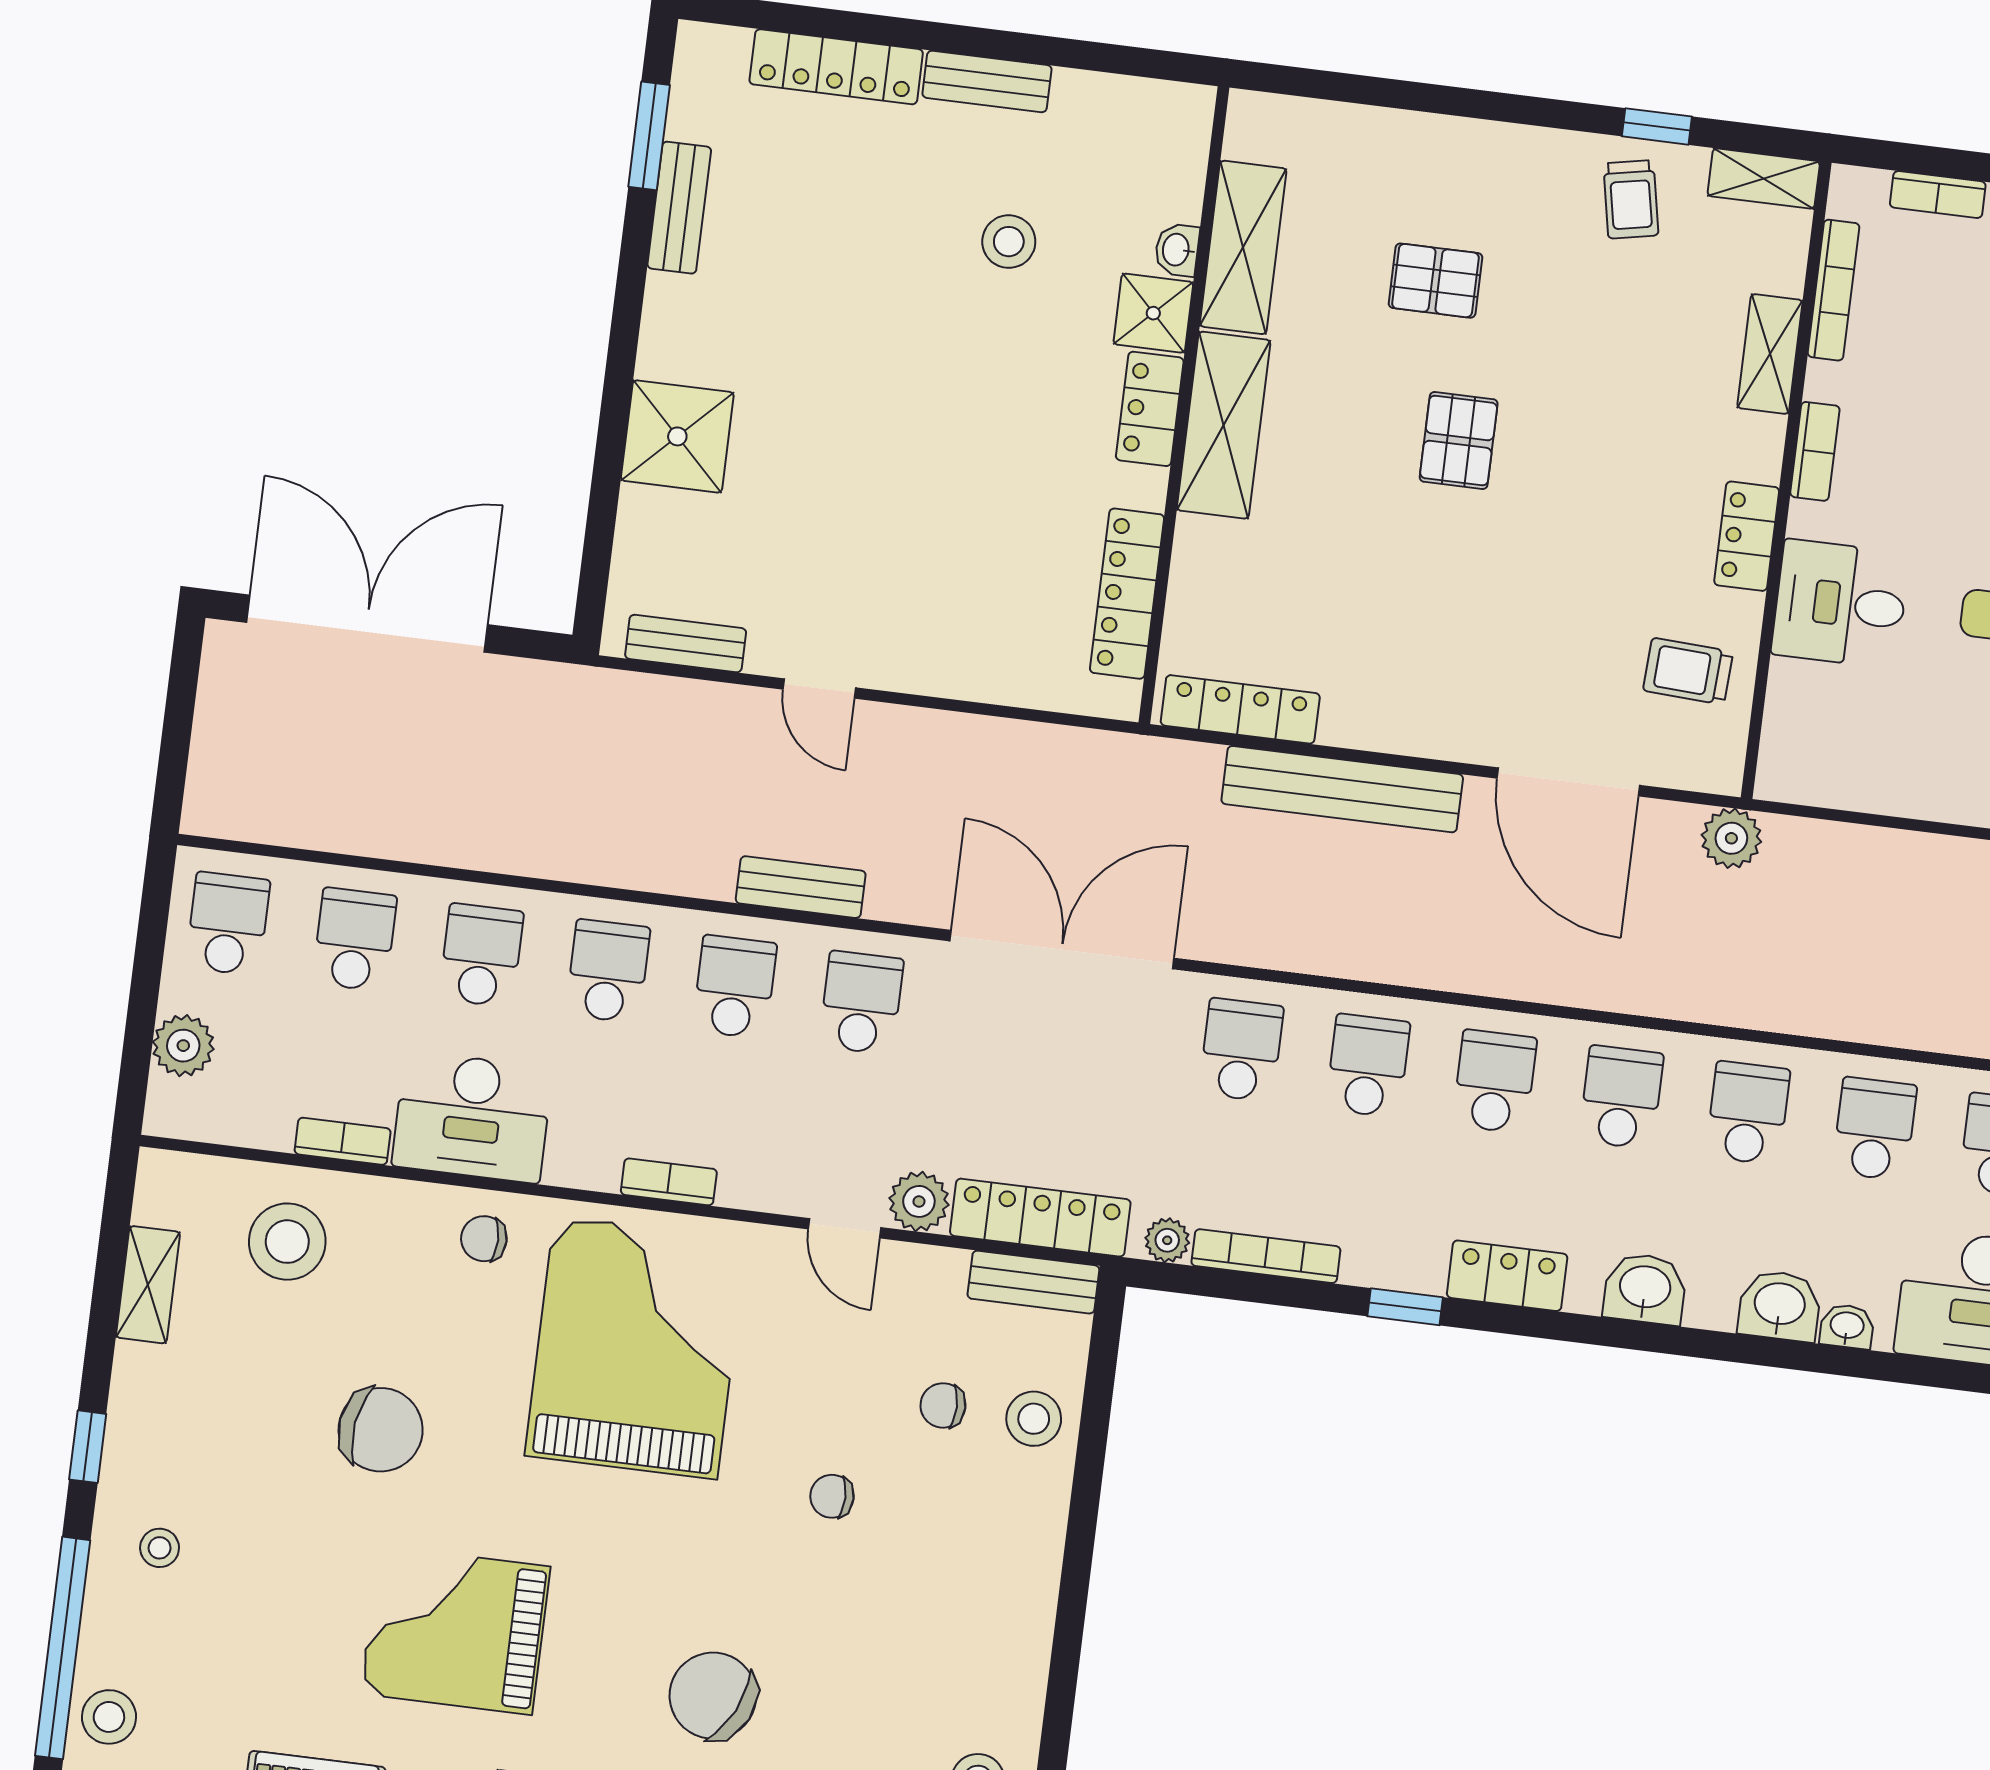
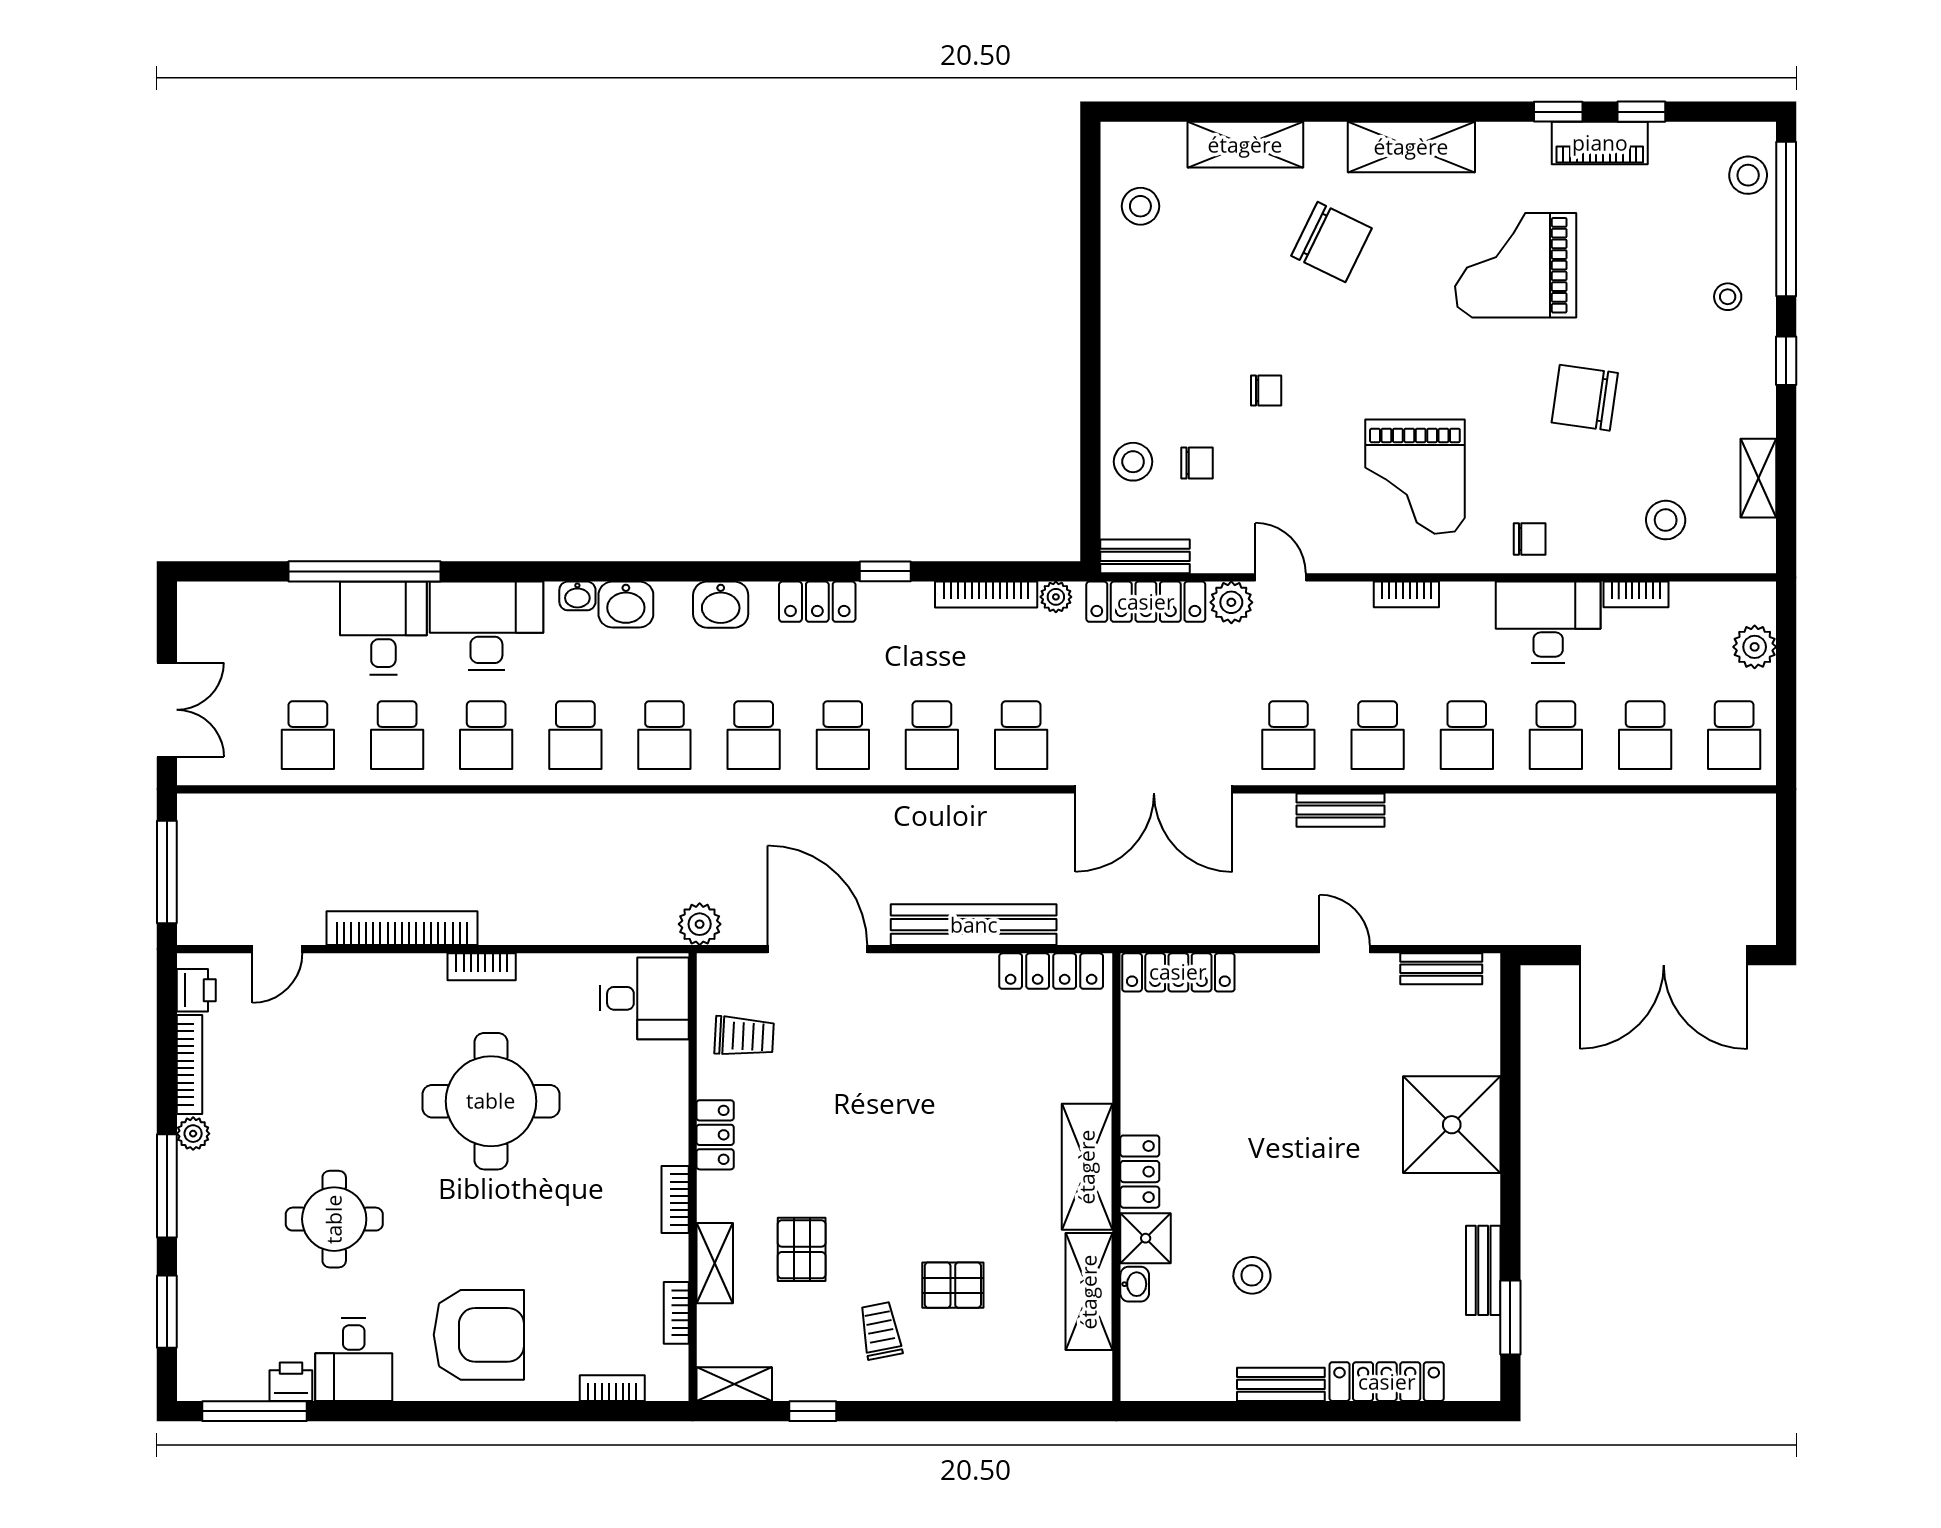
trolley: (1631, 199) -> (881, 1331), moved
bookcase: (1833, 290) -> (676, 1313), width x0.64
shower: (677, 436) -> (1452, 1125), width x1.37, depth x1.37
pallet: (1459, 441) -> (802, 1249), moved
locker: (1127, 594) -> (1178, 972), moved, turned 90
desk: (1840, 604) -> (644, 998), moved
stool: (287, 1242) -> (1666, 520), width x0.73, depth x0.73
grand piano: (636, 1348) -> (1415, 477), width x0.73, depth x0.68
grand piano: (455, 1630) -> (1516, 265), turned 180

